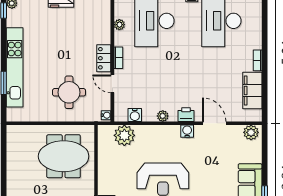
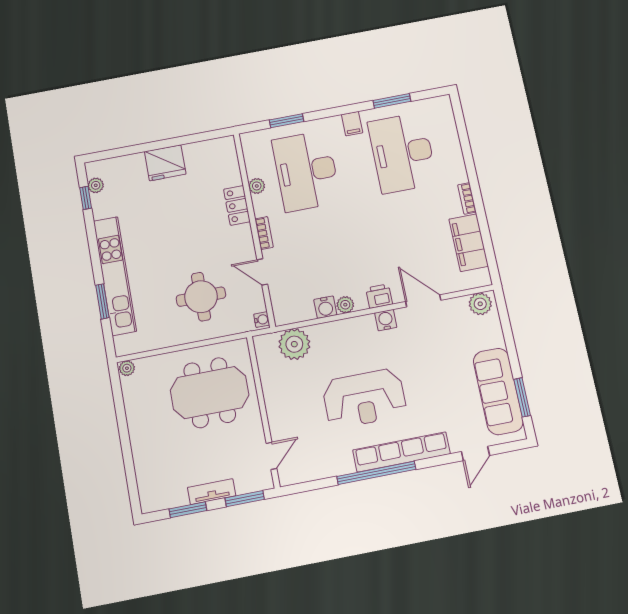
locker: (104, 58) -> (237, 205), moved
water cooler: (135, 115) -> (325, 307), moved
plant: (13, 130) -> (127, 368), added

